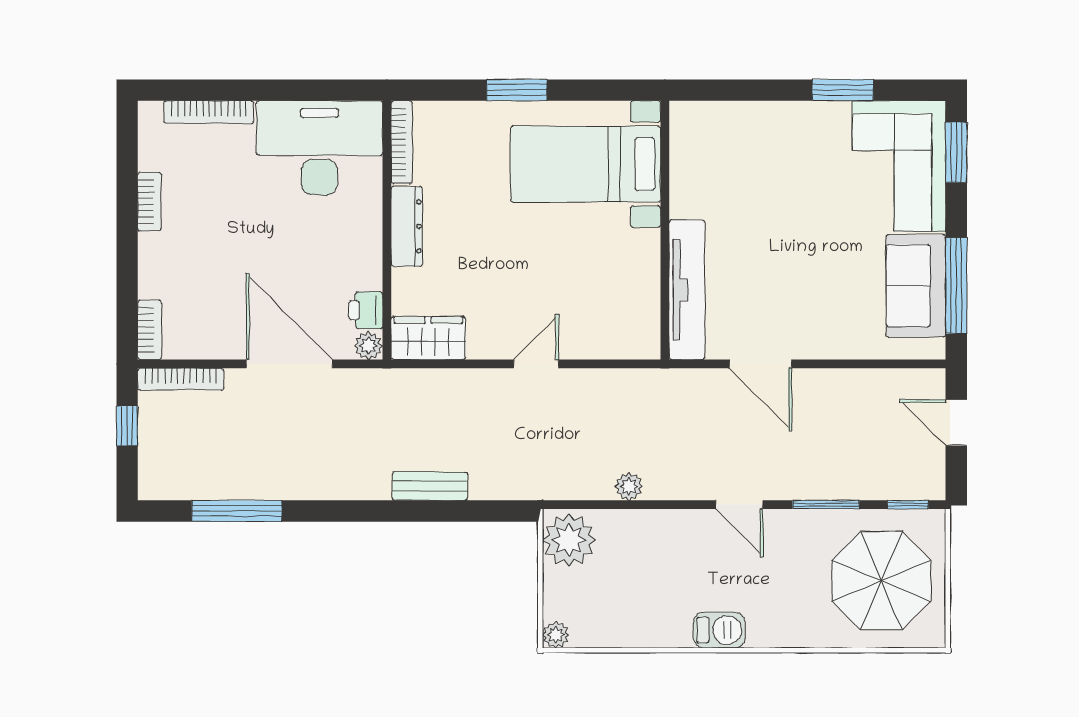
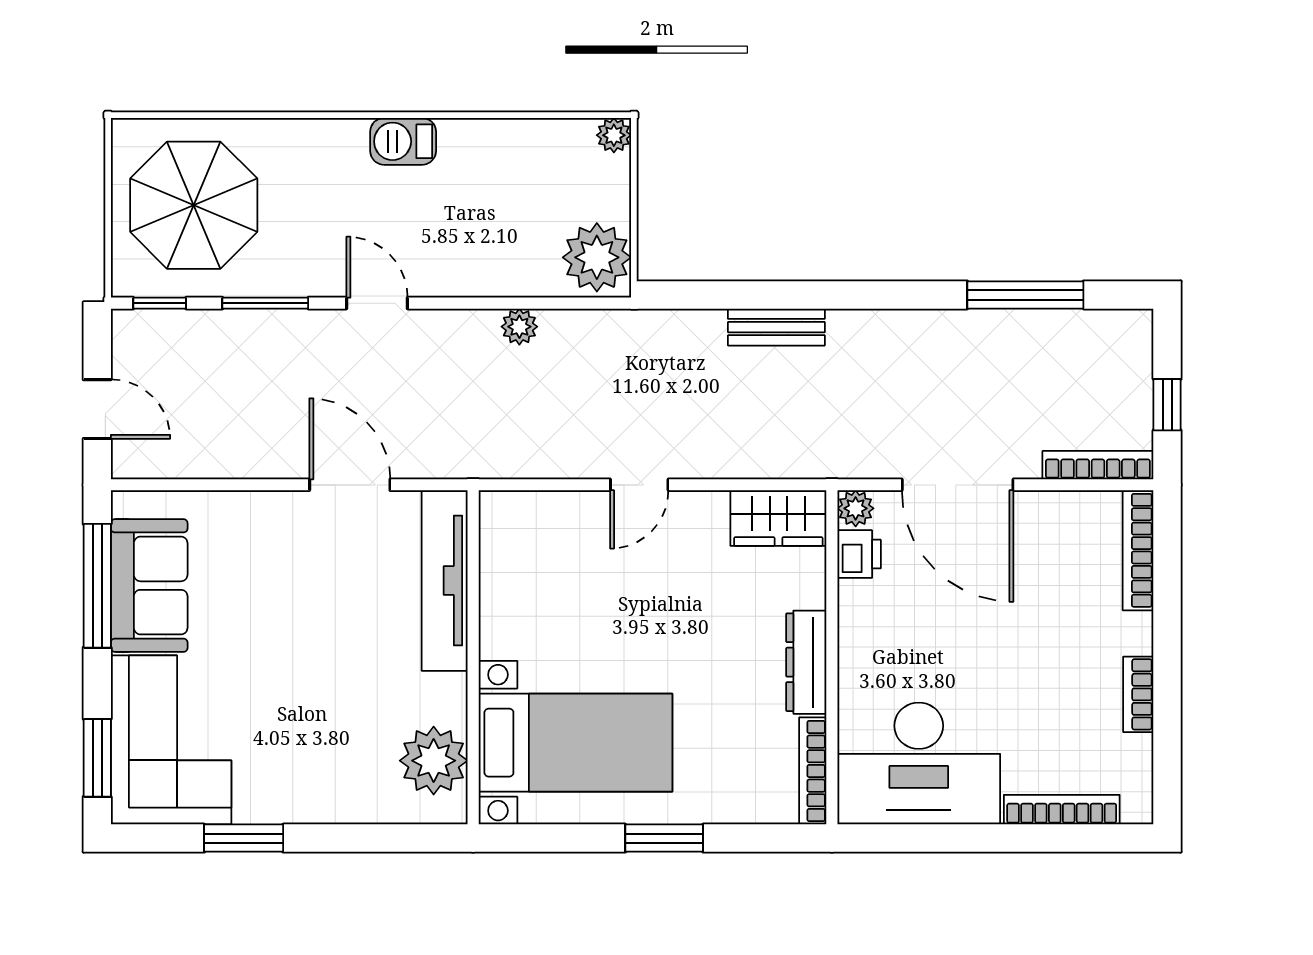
plant: (695, 150) -> (434, 761), added
bookcase: (150, 330) -> (1138, 550), width x1.56

